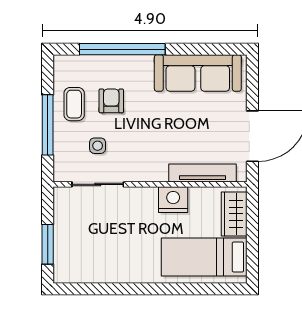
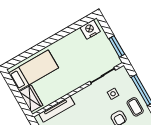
nightstand: (173, 200) -> (90, 30), moved, turned 180
window: (48, 244) -> (117, 46), moved

